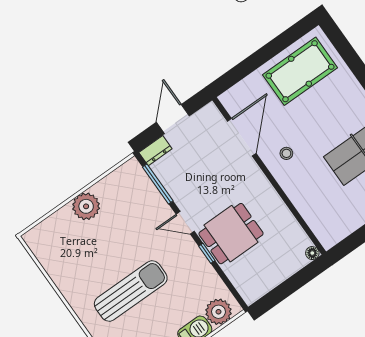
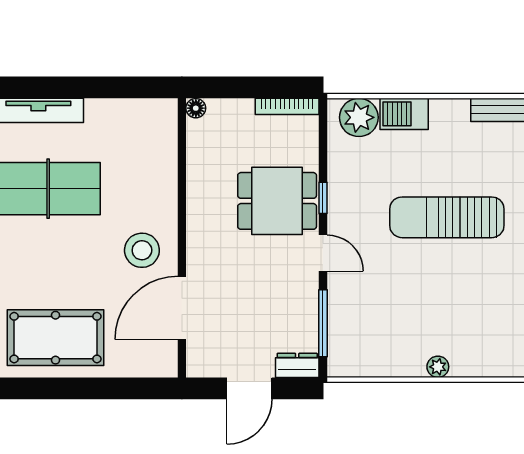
stool: (286, 153) -> (142, 250), width x1.89, depth x1.89
plant: (86, 206) -> (438, 367), width x0.53, depth x0.53
bookcase: (262, 290) -> (287, 106), added

